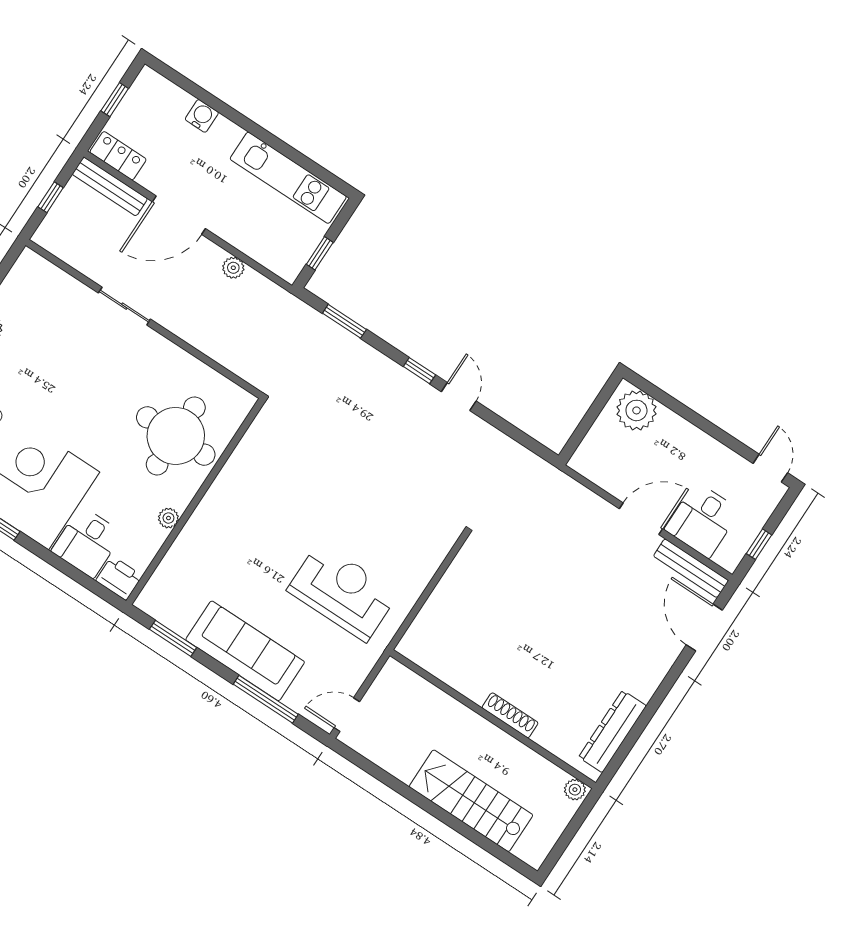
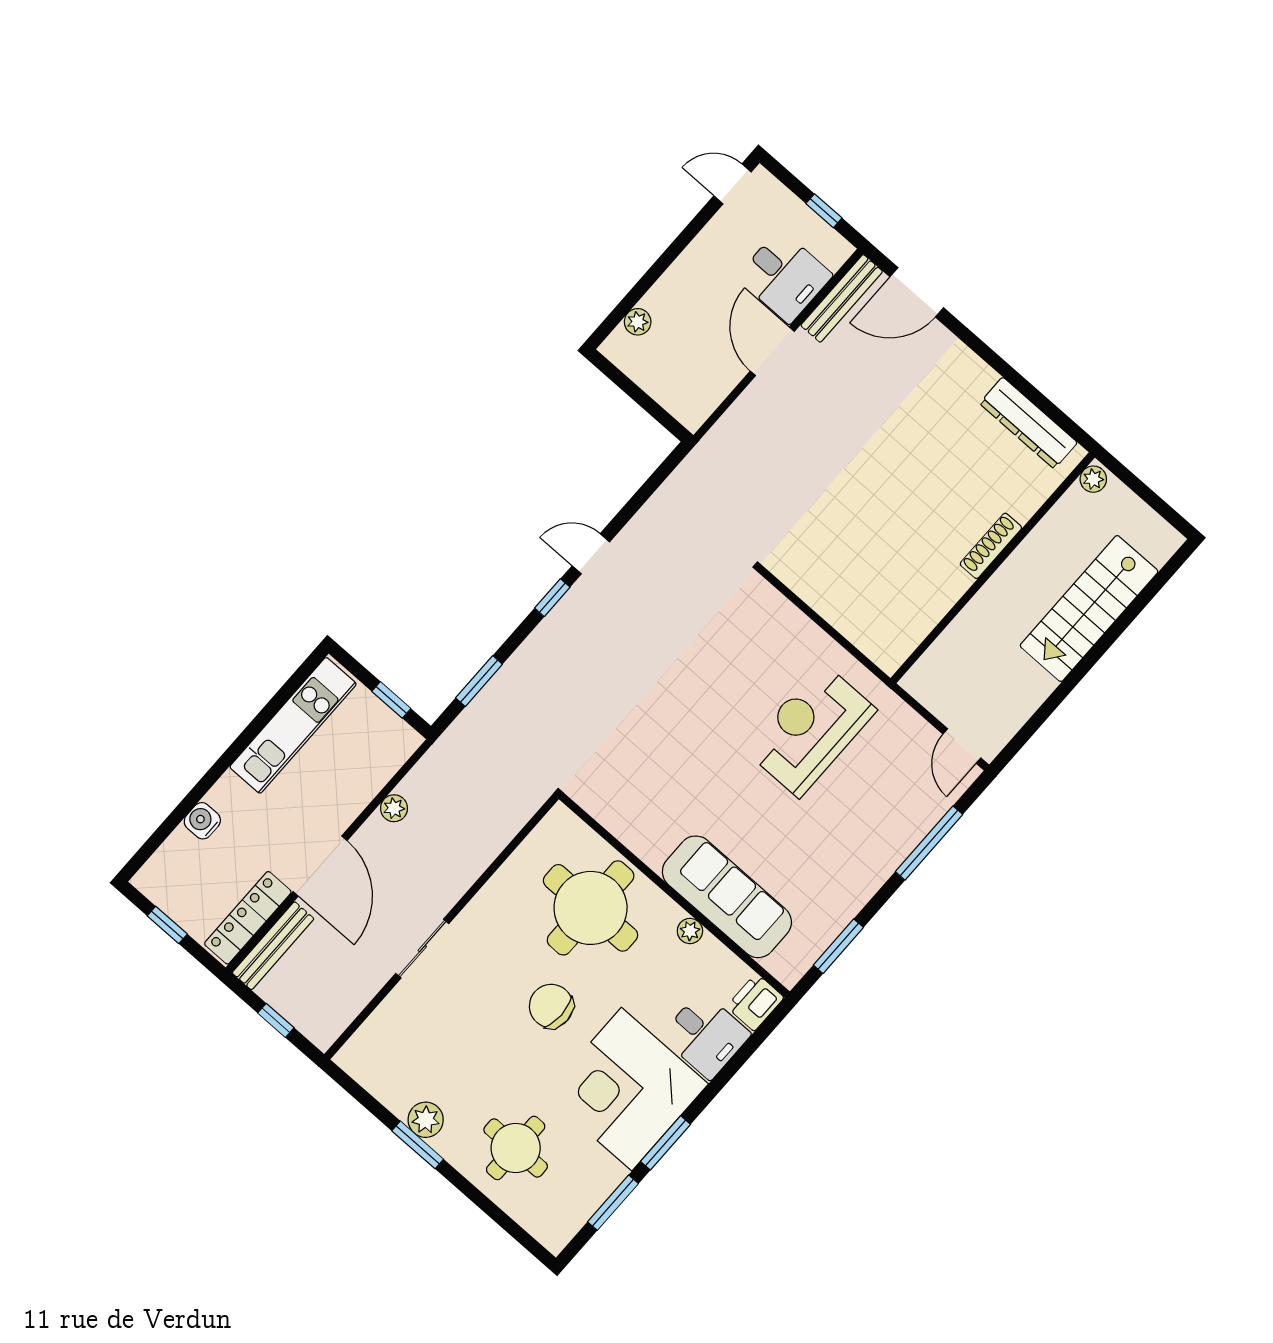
locker: (118, 156) -> (248, 918), width x1.53
plant: (636, 410) -> (638, 322), width x0.53, depth x0.53
chair: (93, 416) -> (551, 1006), added
sofa: (245, 651) -> (727, 897), moved, turned 90

